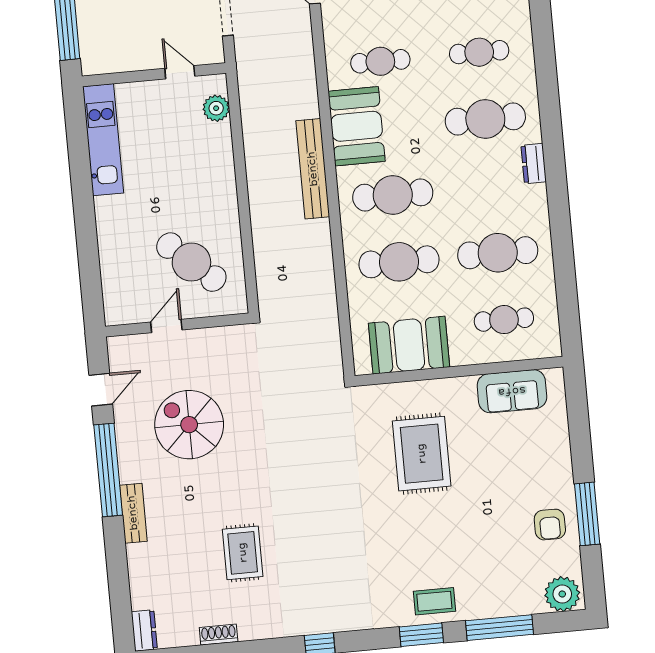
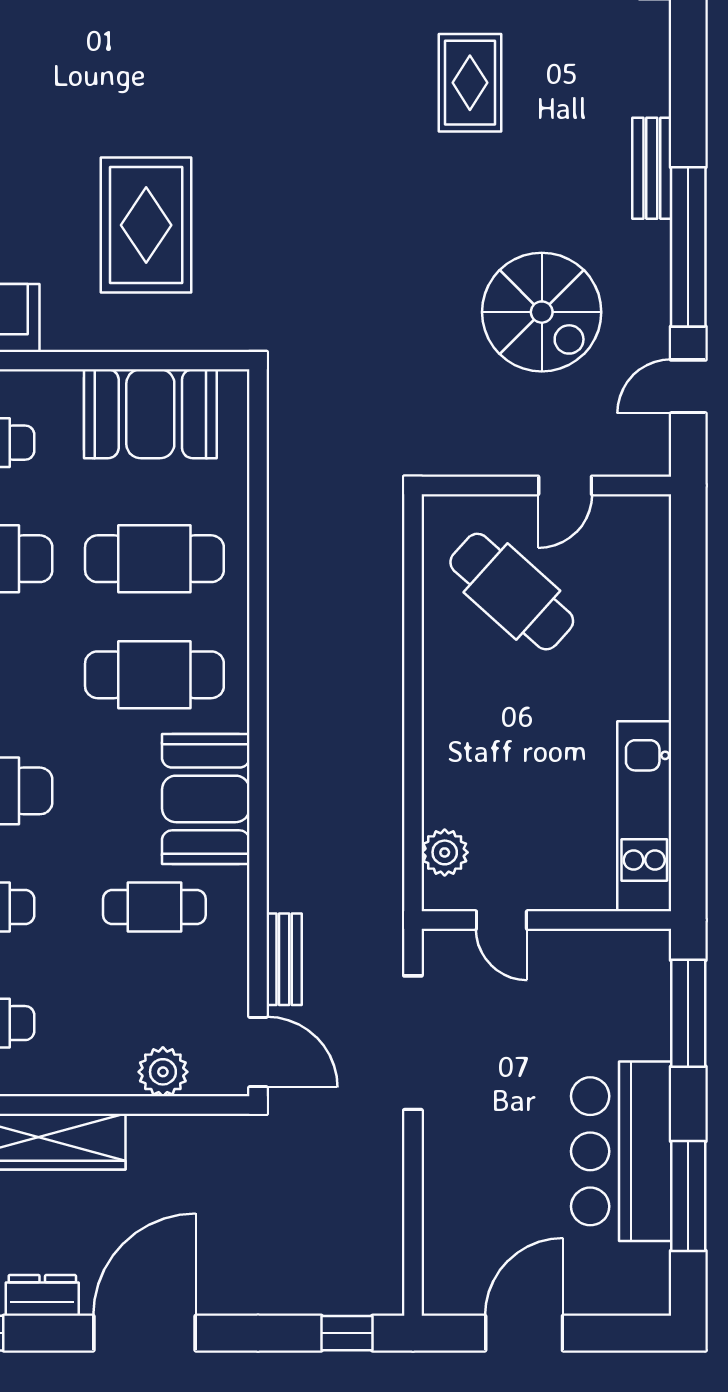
bench: (313, 169) -> (284, 959), moved, width x0.54, depth x0.82

